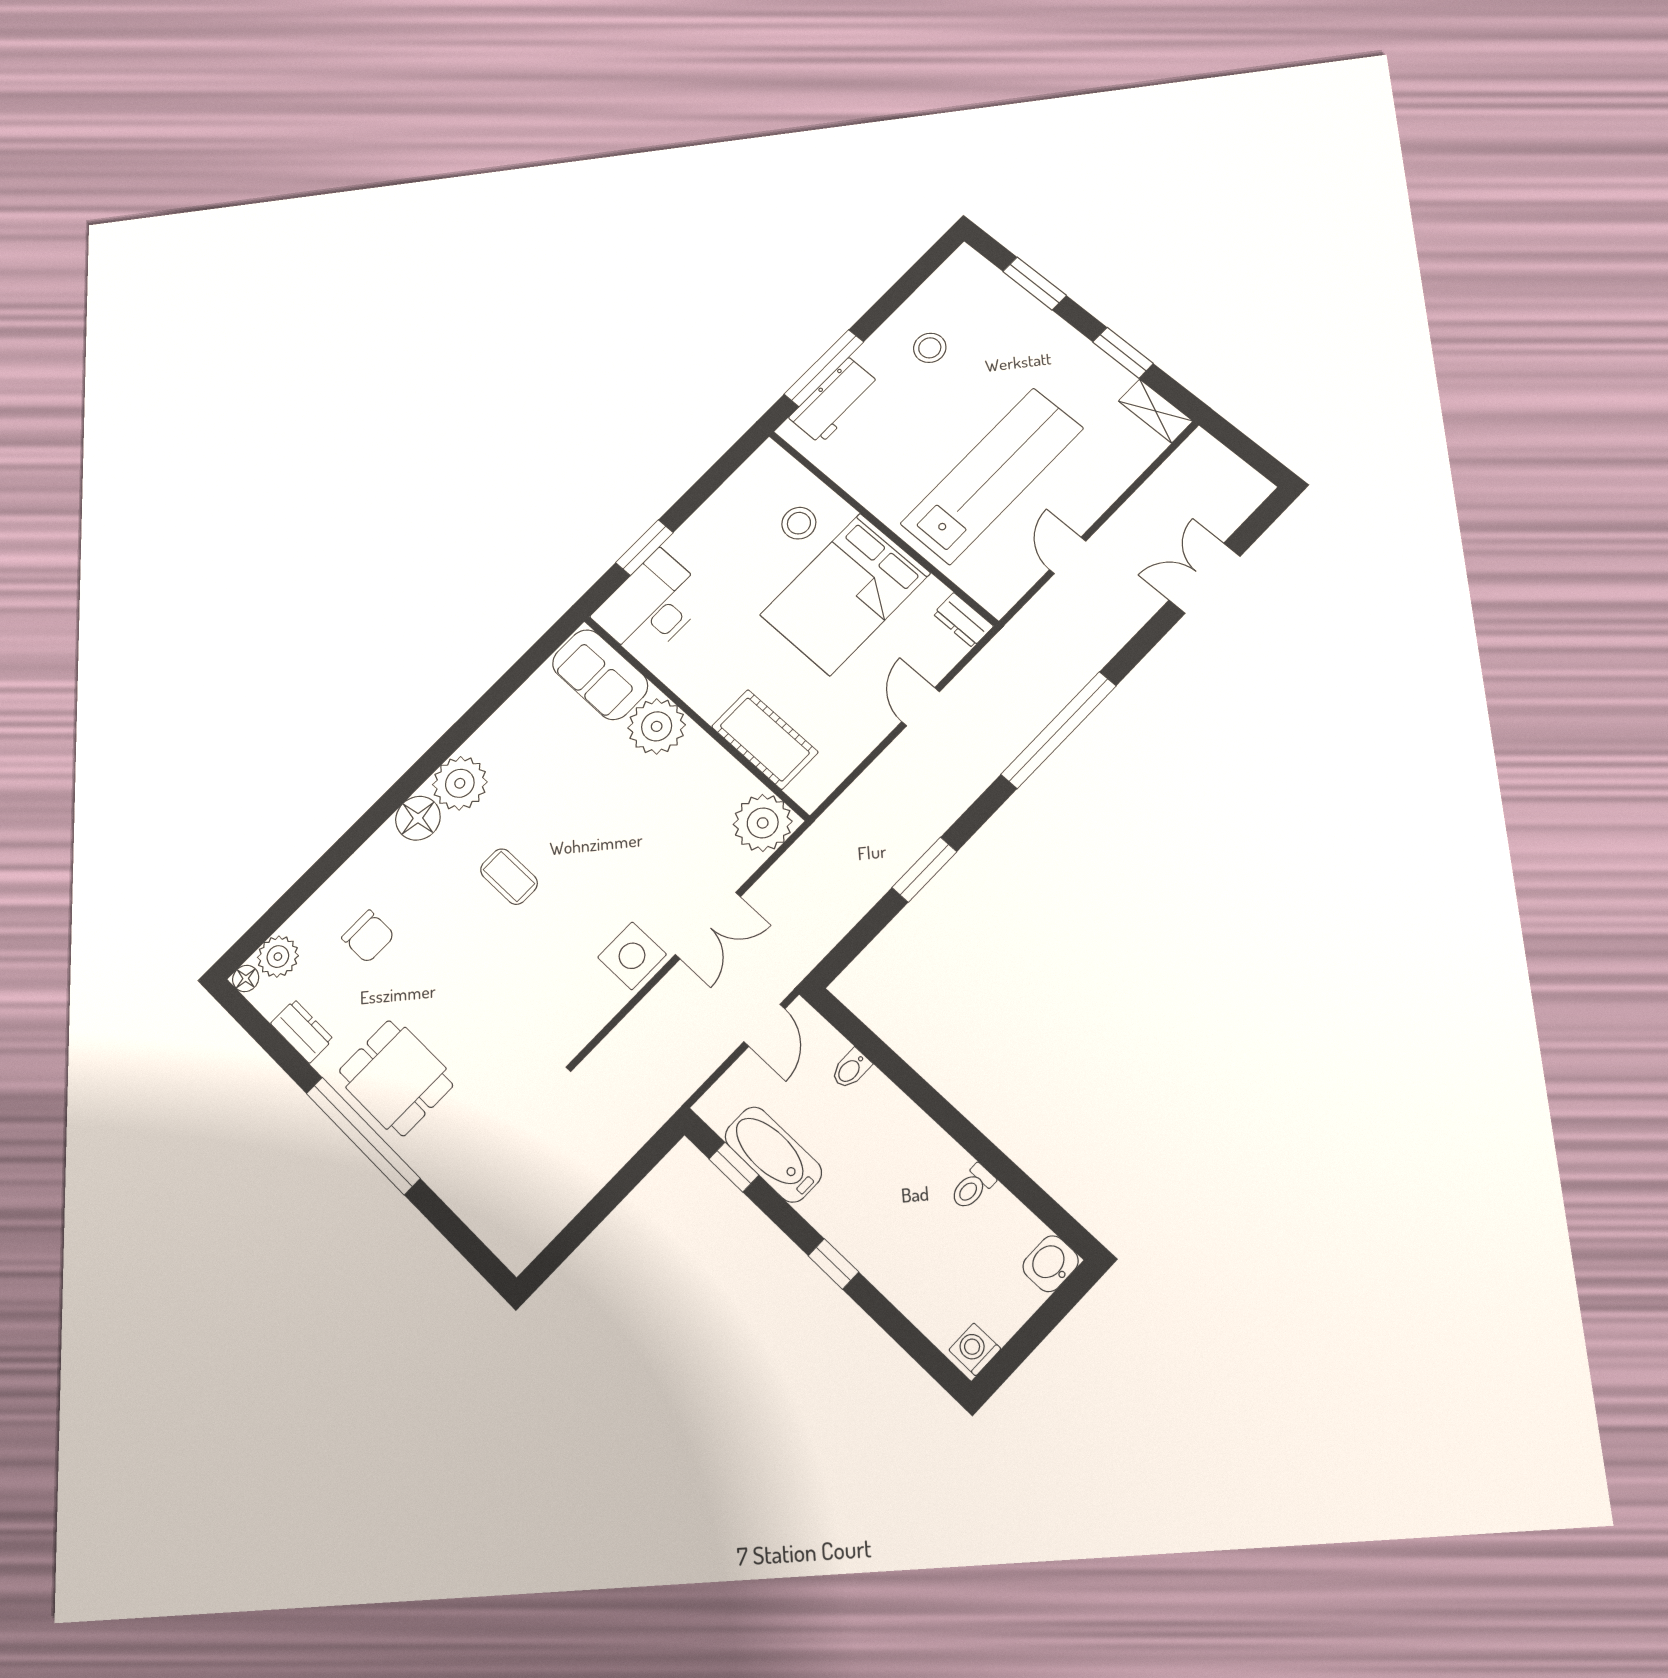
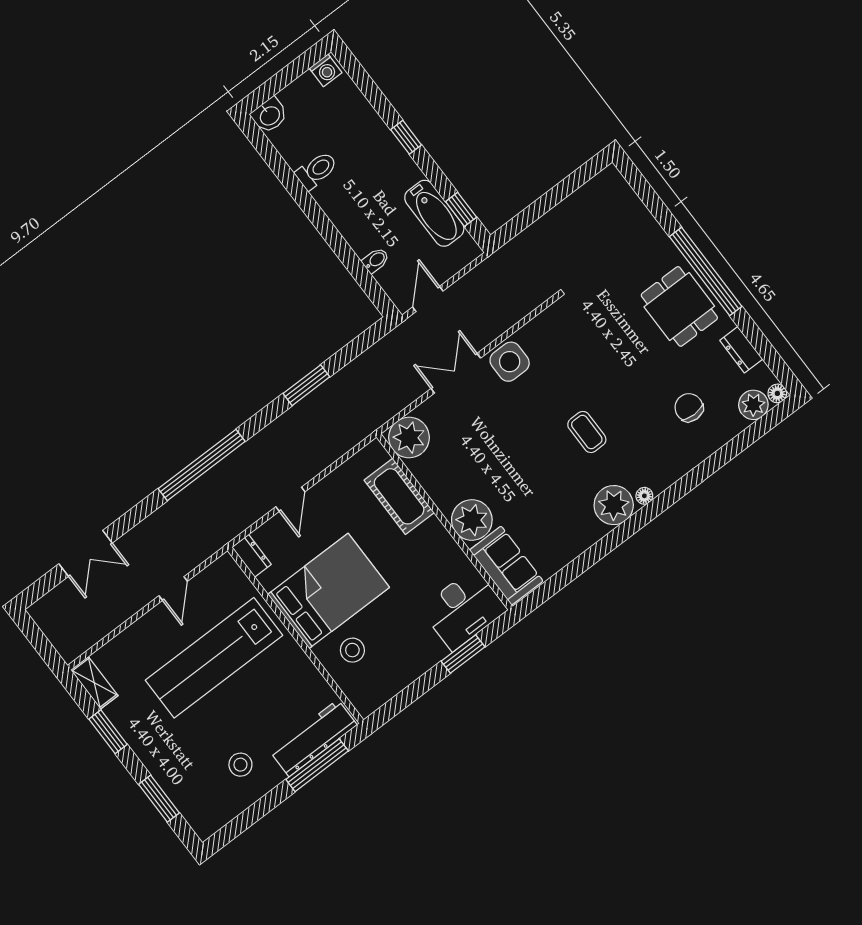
workbench: (835, 401) -> (313, 738), width x1.38
floor lamp: (418, 818) -> (644, 496), width x0.53, depth x0.53
toilet: (972, 1187) -> (316, 170), width x1.37, depth x1.39

